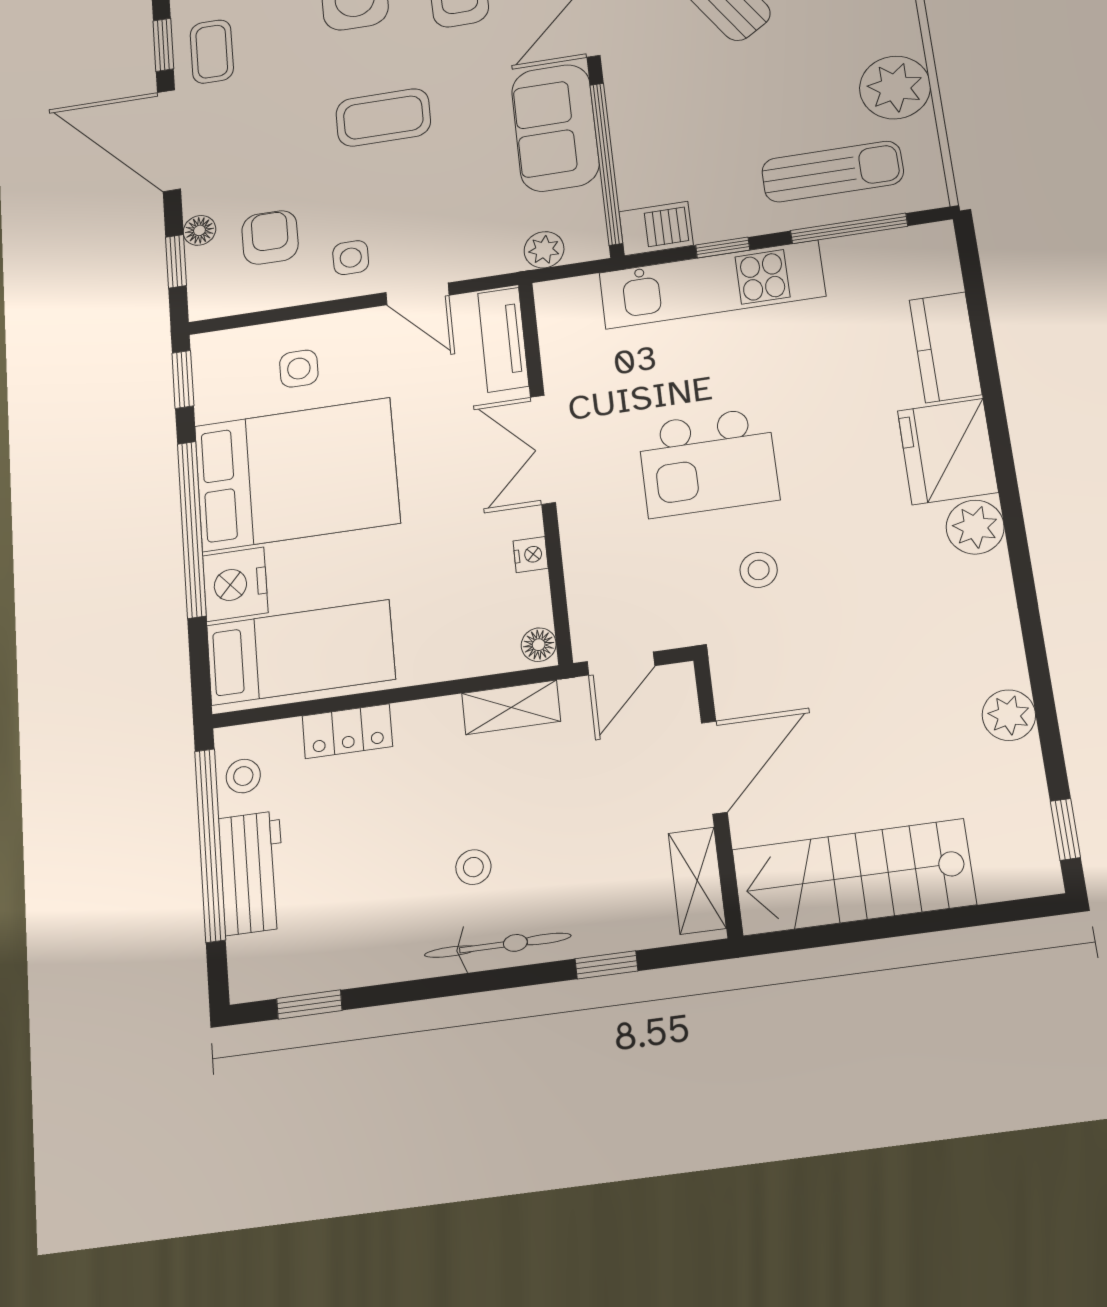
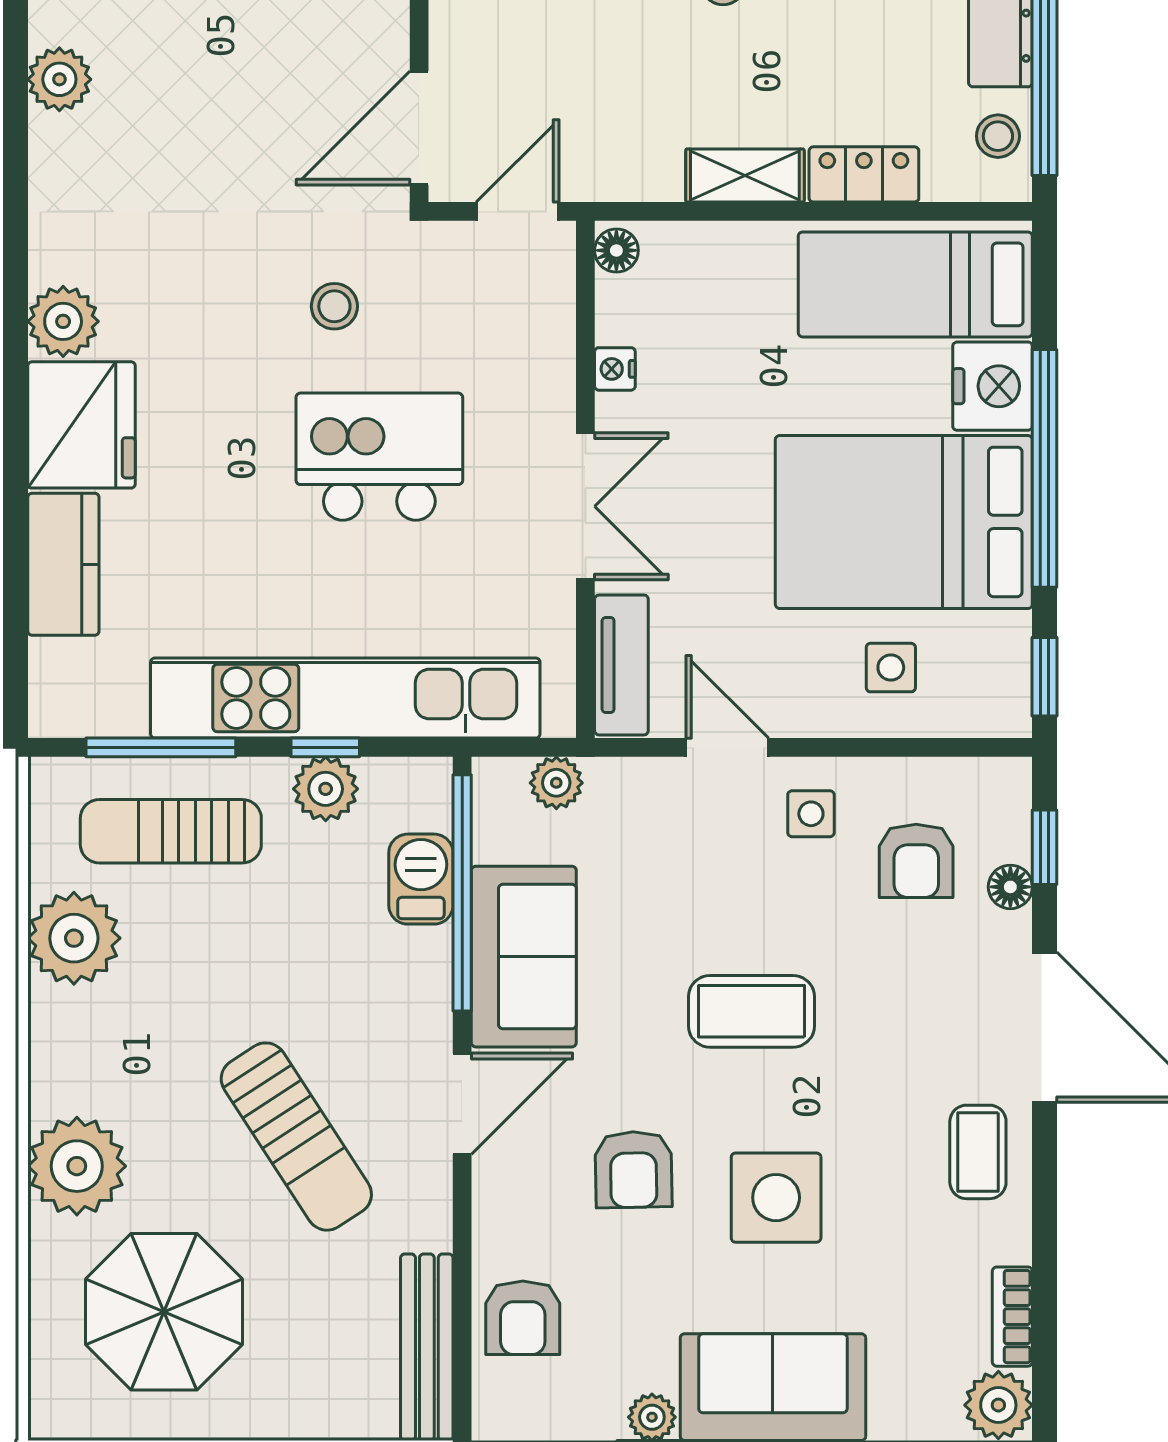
window: (163, 45) -> (1045, 1174), removed
plant: (719, 219) -> (326, 789), added
barbecue: (656, 228) -> (421, 879), moved, turned 90
kitchen unit: (712, 284) -> (345, 698), width x1.36
shelving: (511, 707) -> (745, 176), moved
door: (714, 767) -> (419, 128), moved

